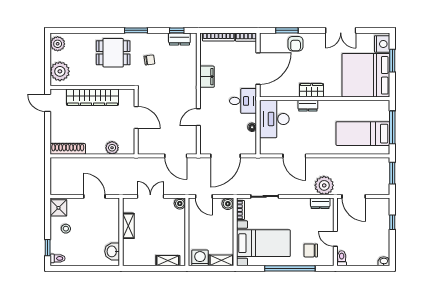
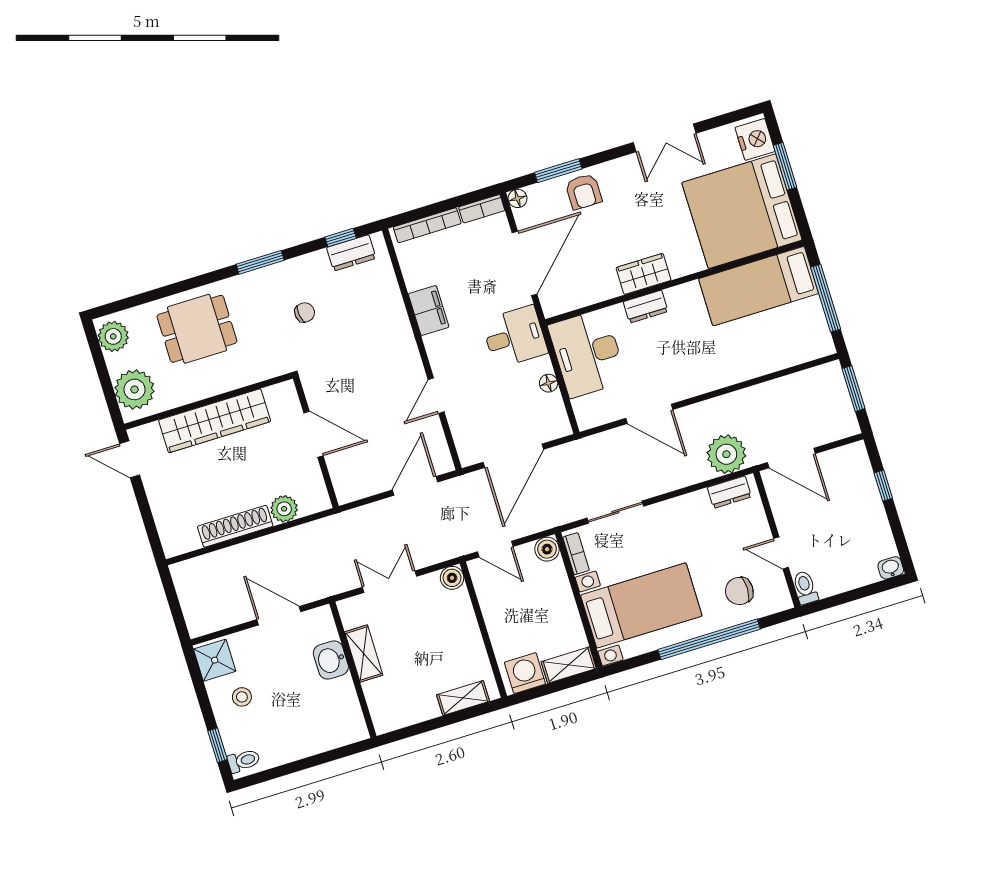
floor lamp: (264, 37) -> (518, 198), added
dining table: (113, 53) -> (197, 329), moved
bed: (363, 134) -> (759, 286), moved
shoe rack: (68, 149) -> (235, 526), moved
door: (176, 156) -> (415, 486), swing flipped
washbasin: (112, 251) -> (331, 660), moved

